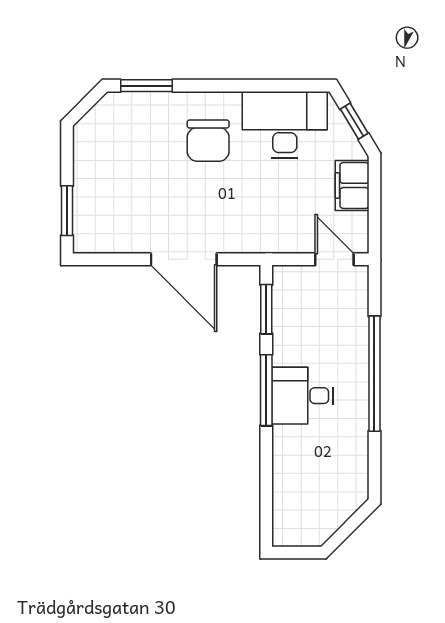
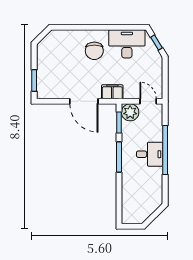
window: (146, 86) -> (68, 27), removed
filing cabinet: (352, 185) -> (112, 92), moved, turned 90
plant: (292, 285) -> (130, 112), added
desk: (303, 396) -> (150, 154), moved, turned 180

